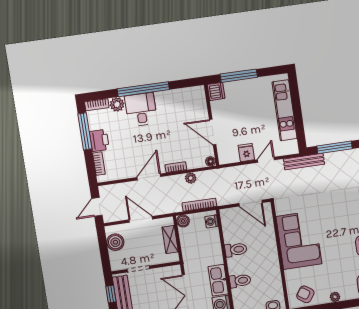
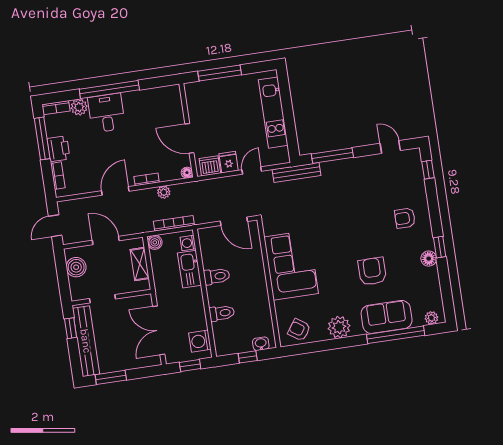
dishwasher: (216, 91) -> (210, 166), moved, turned -90
kitchen sink: (218, 280) -> (189, 269), moved
plant: (335, 297) -> (339, 327), width x1.88, depth x1.88

